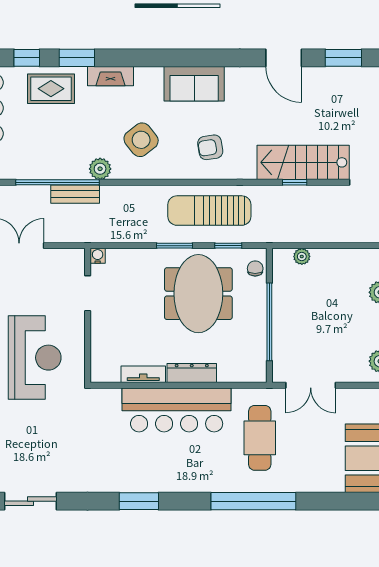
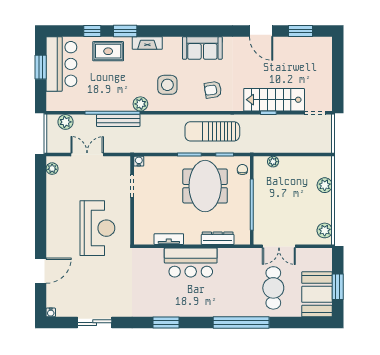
side table: (141, 140) -> (167, 85), turned 38
bench: (75, 194) -> (118, 121), width x1.36
dresser: (192, 373) -> (218, 238), moved
bar counter: (177, 410) -> (191, 263), width x0.73
cafe table: (260, 438) -> (273, 288), moved

